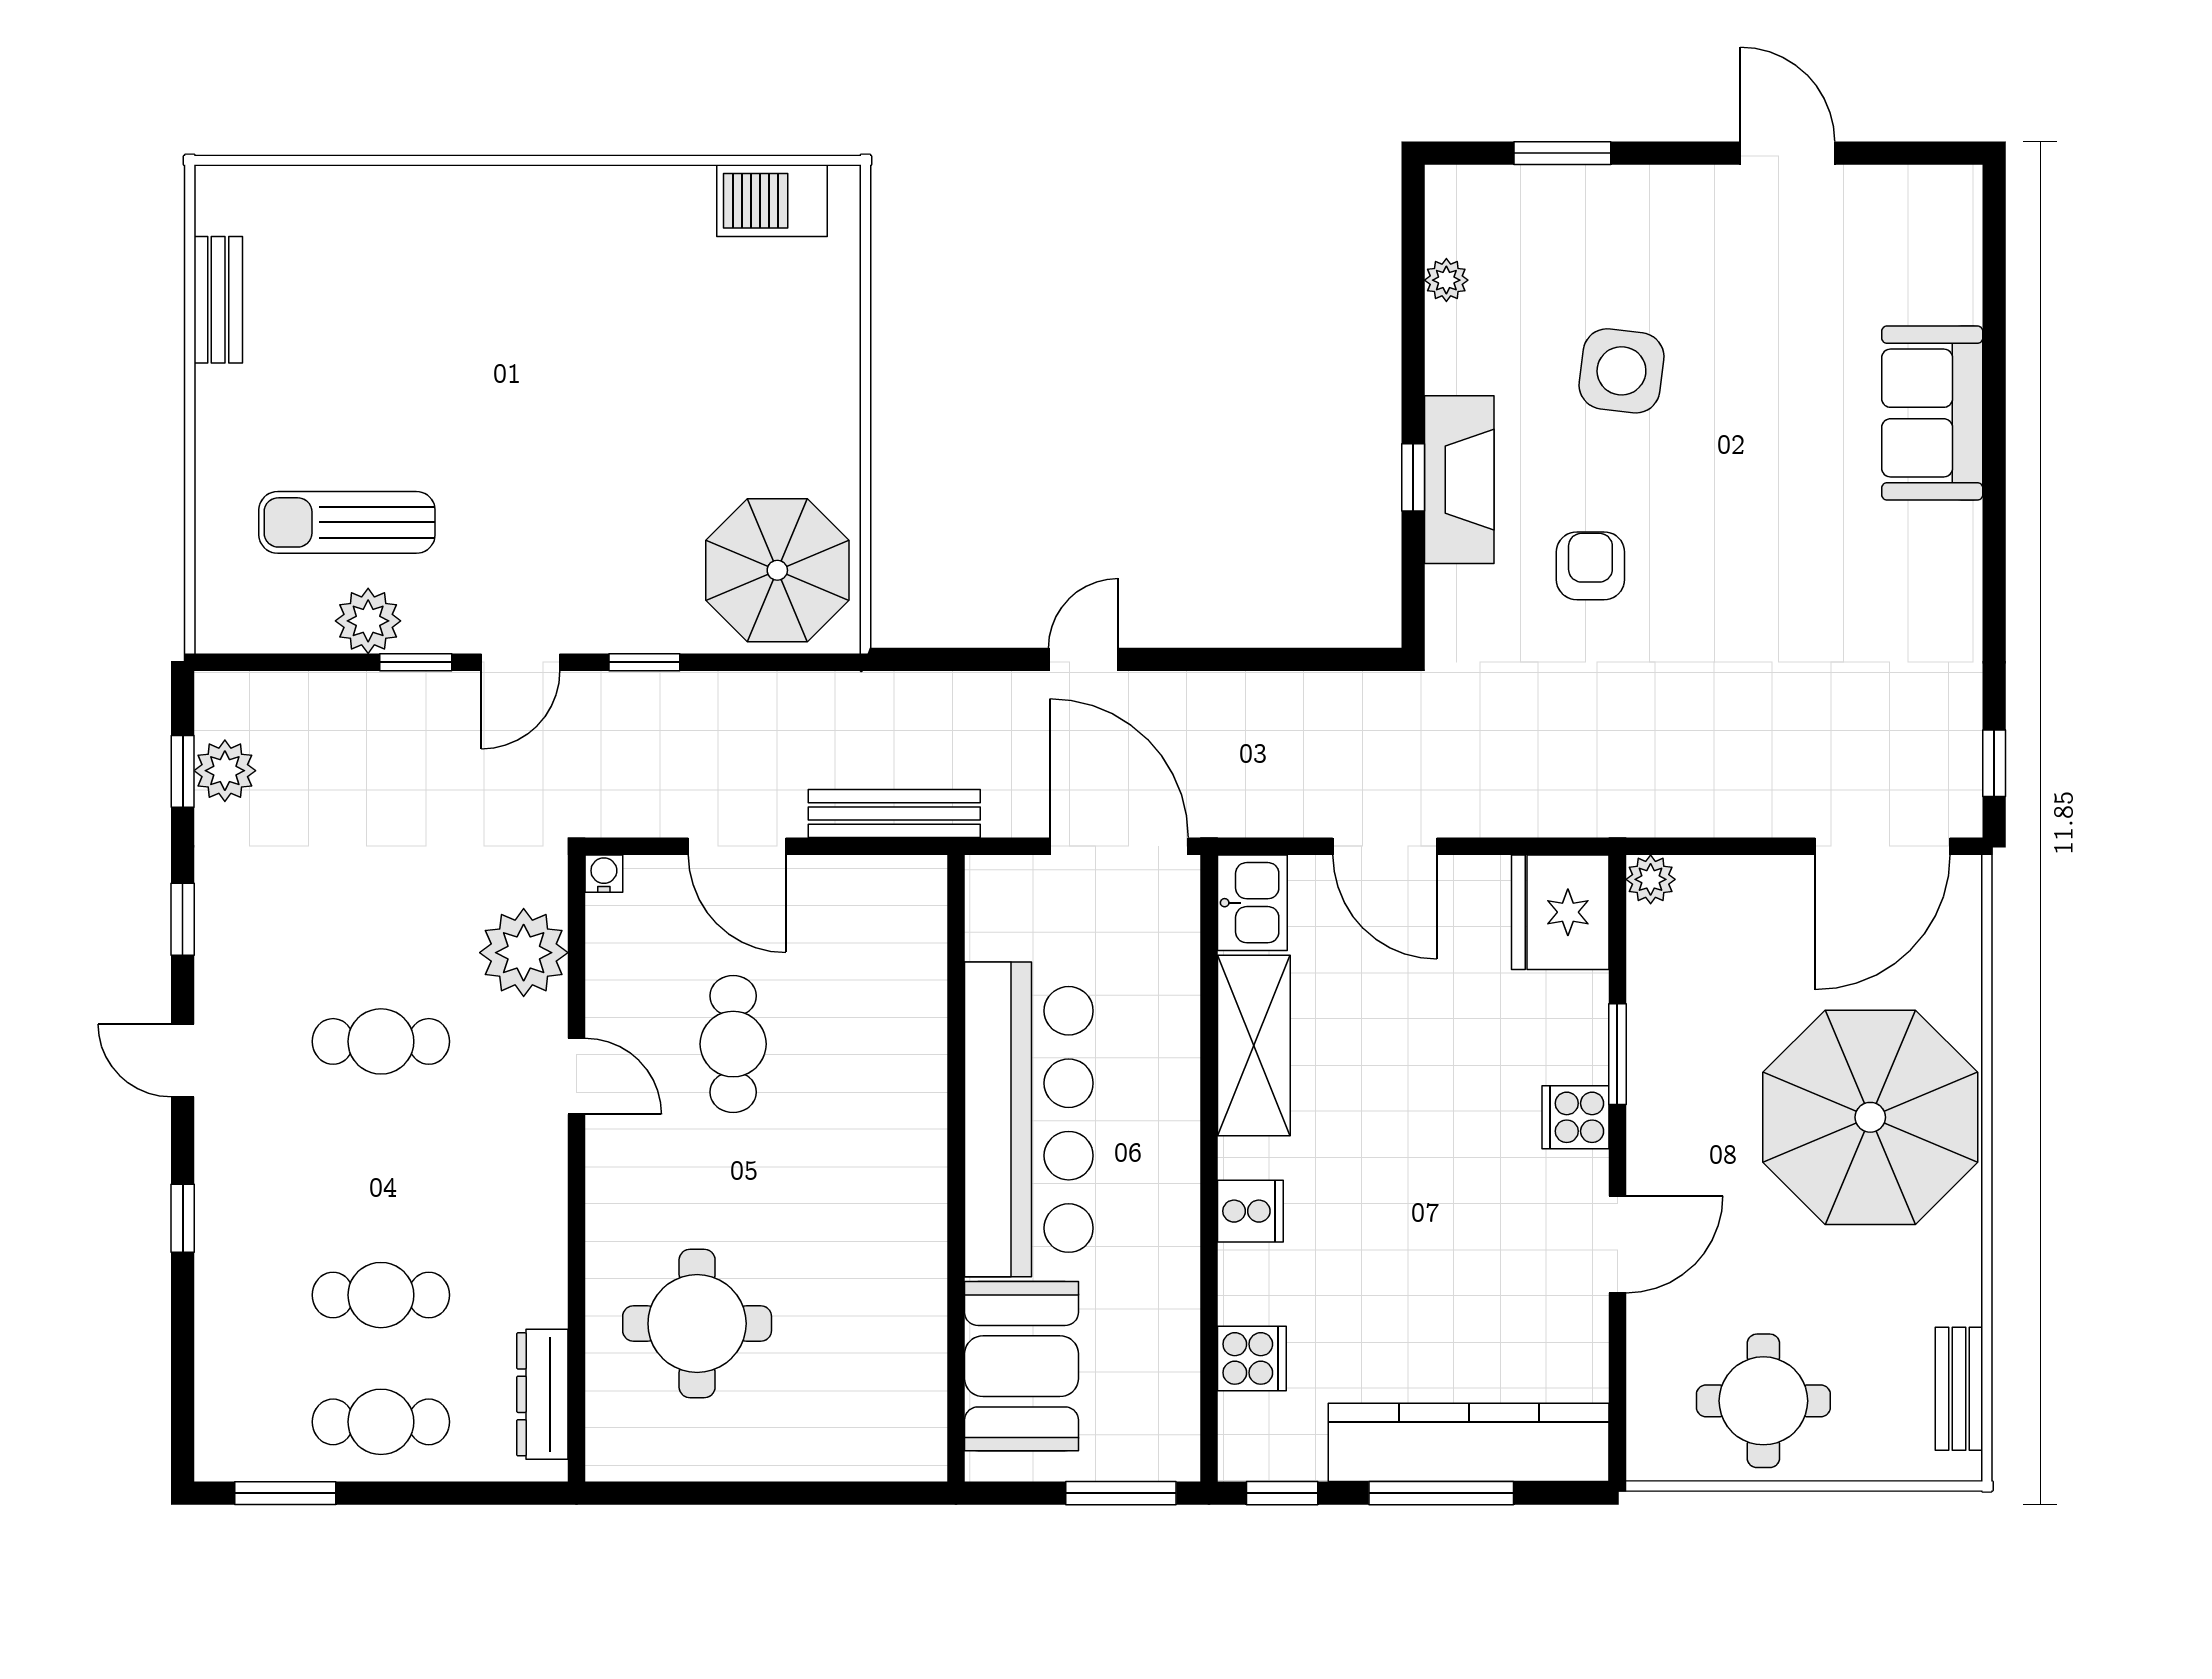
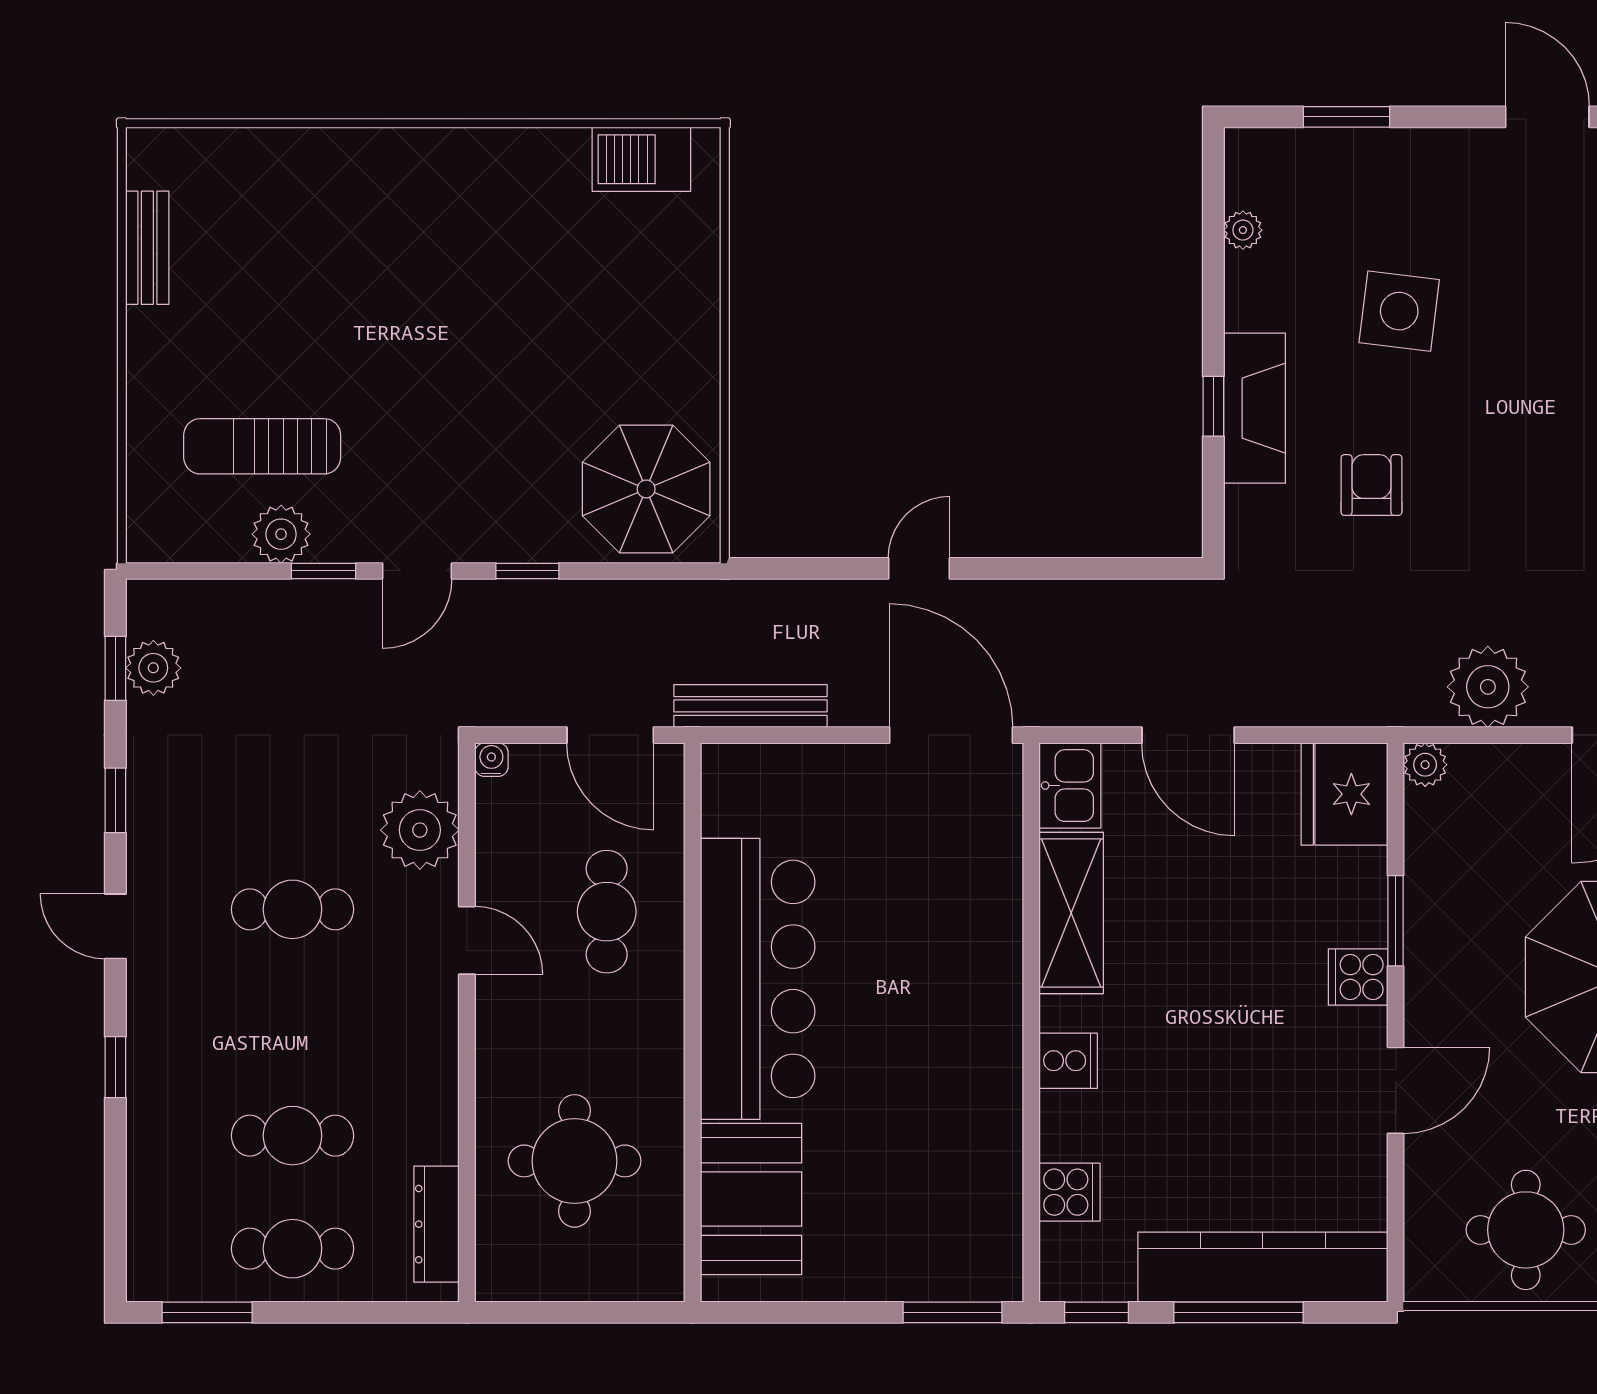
plant: (1721, 792) -> (1488, 687), added
bar counter: (1029, 1119) -> (758, 979), moved
wall: (956, 1168) -> (693, 1022), moved
booth: (1021, 1366) -> (751, 1199), moved

